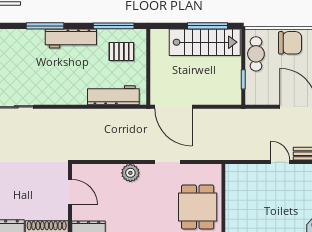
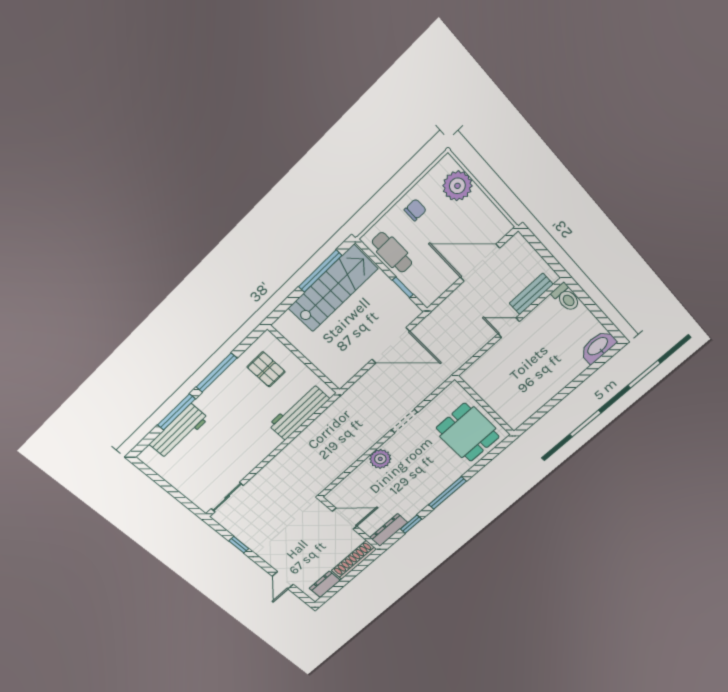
window: (114, 26) -> (217, 373), moved
workbench: (71, 38) -> (179, 431), moved
chair: (290, 43) -> (415, 210), width x0.54, depth x0.54
pallet: (121, 51) -> (266, 369), turned 90
door: (173, 107) -> (391, 345), moved

